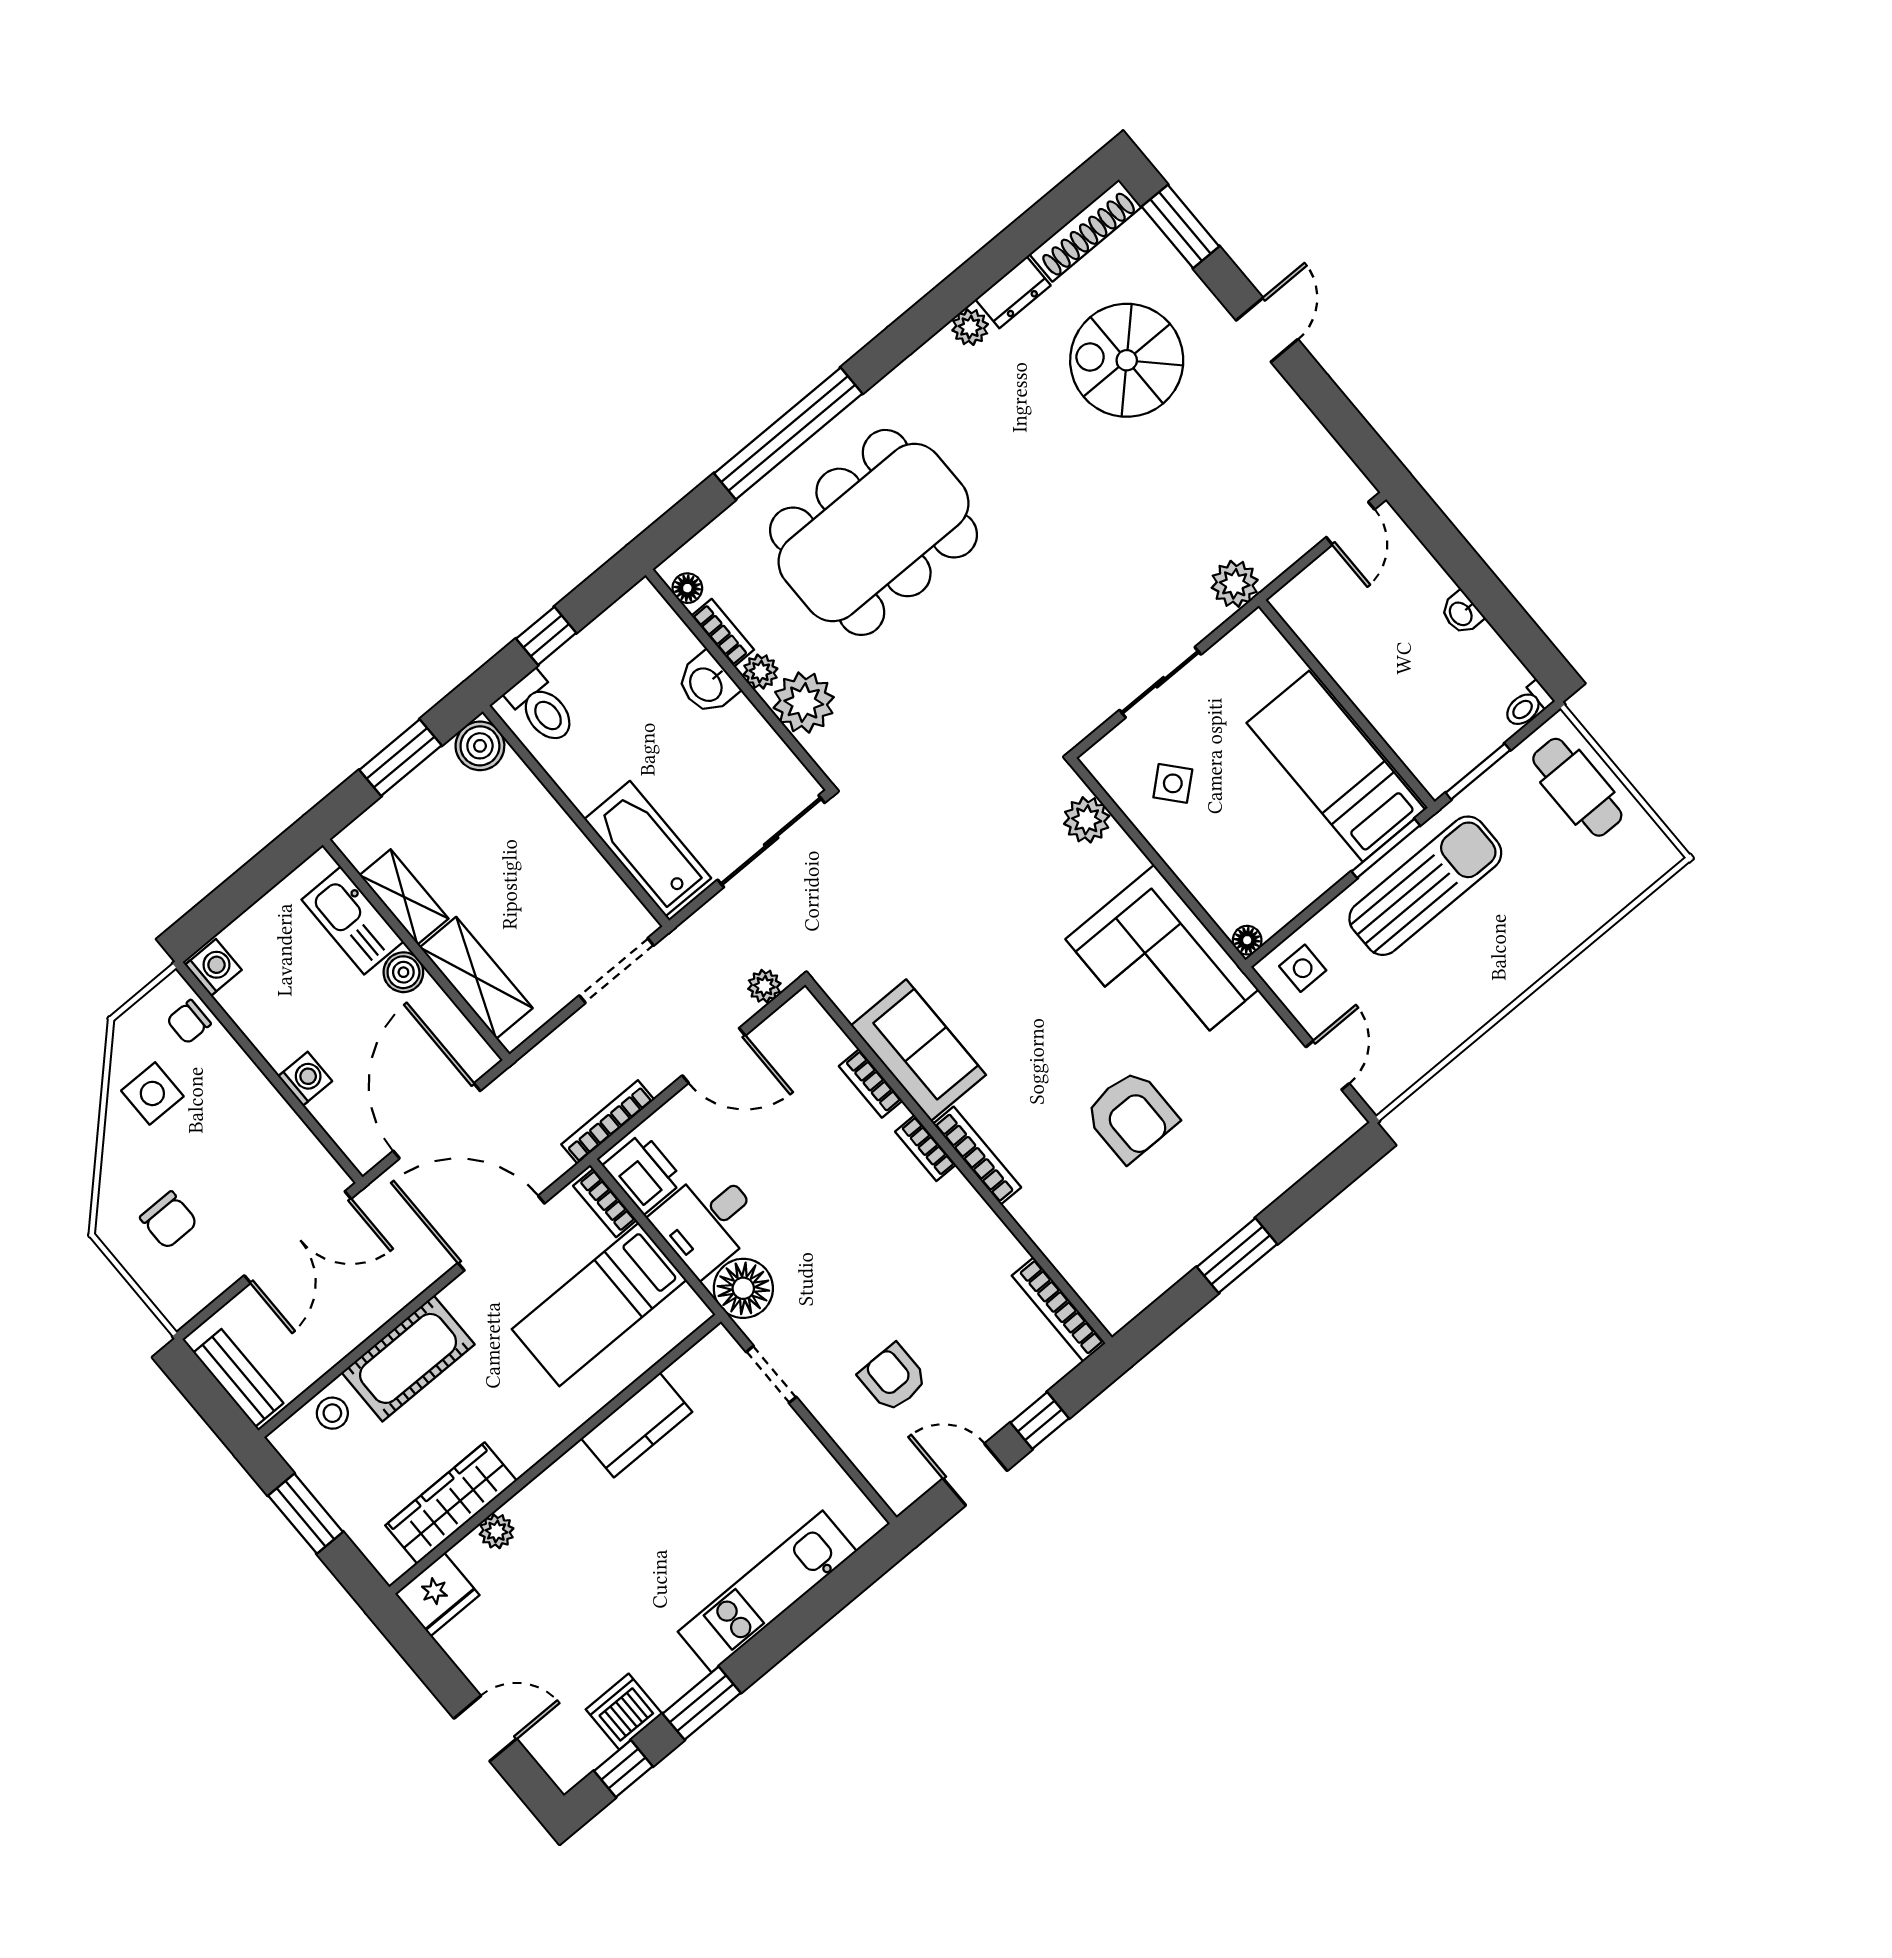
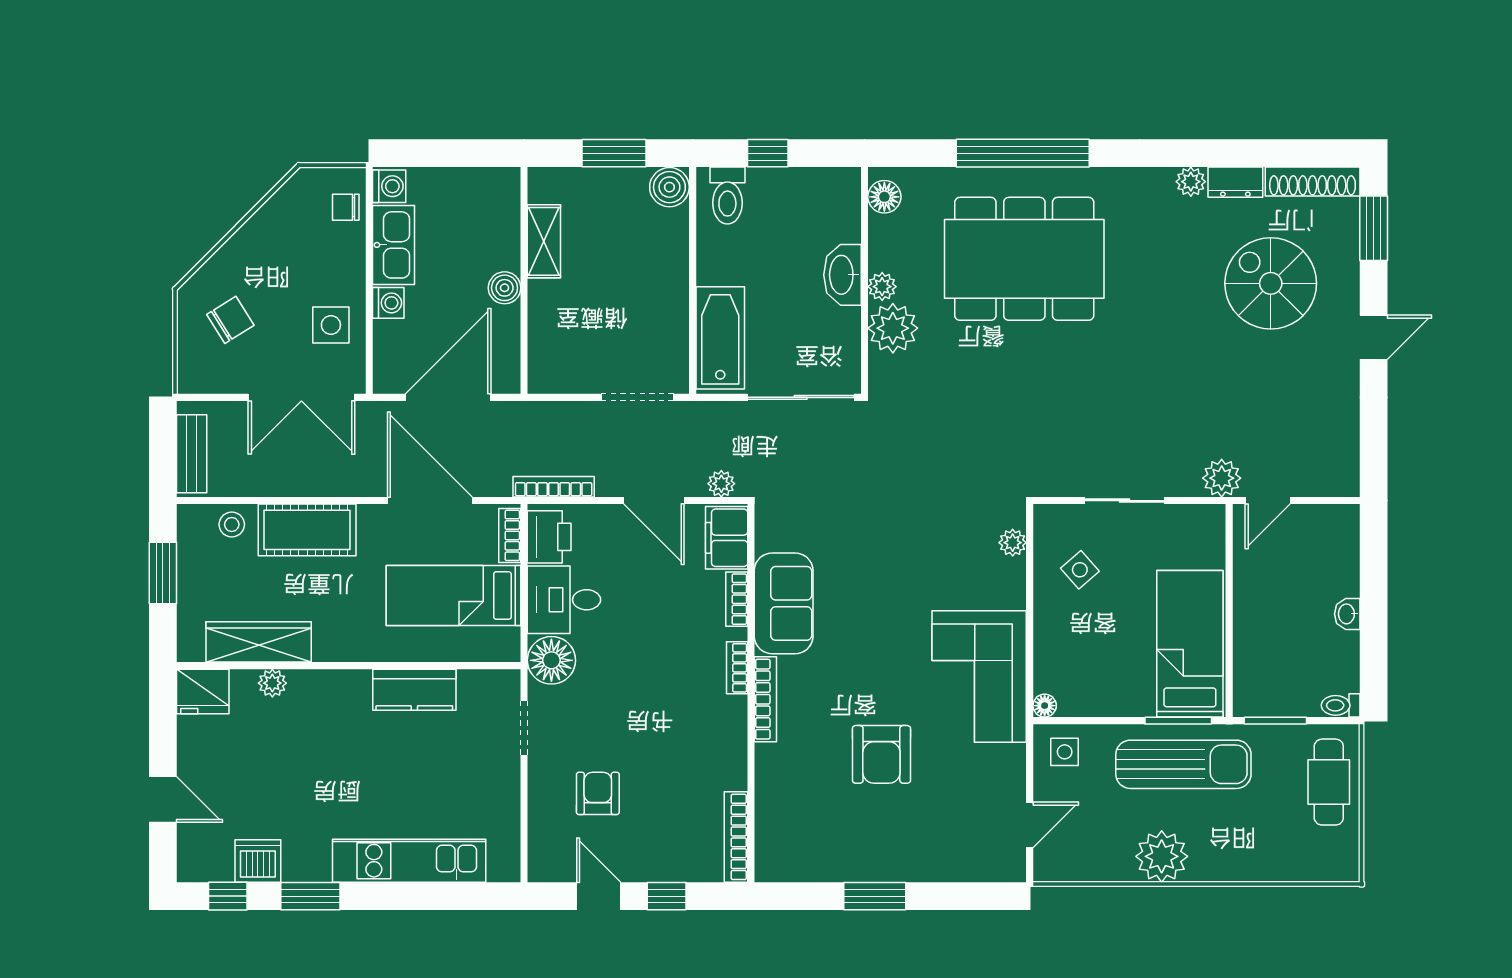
door: (1350, 523) -> (1268, 501), moved
floor lamp: (687, 588) -> (884, 197), width x1.37, depth x1.37
bookcase: (723, 633) -> (879, 243), removed
washbasin: (707, 684) -> (842, 275), width x1.38
plant: (1087, 820) -> (1013, 543), width x0.73, depth x0.73
kitchen sink: (353, 921) -> (394, 245), moved, turned 180
shelving: (476, 978) -> (547, 329), removed
plant: (1478, 990) -> (1162, 856), added
filing cabinet: (812, 1033) -> (727, 538), added
side table: (152, 1093) -> (331, 325), moved
chair: (169, 1220) -> (230, 320), turned -122

